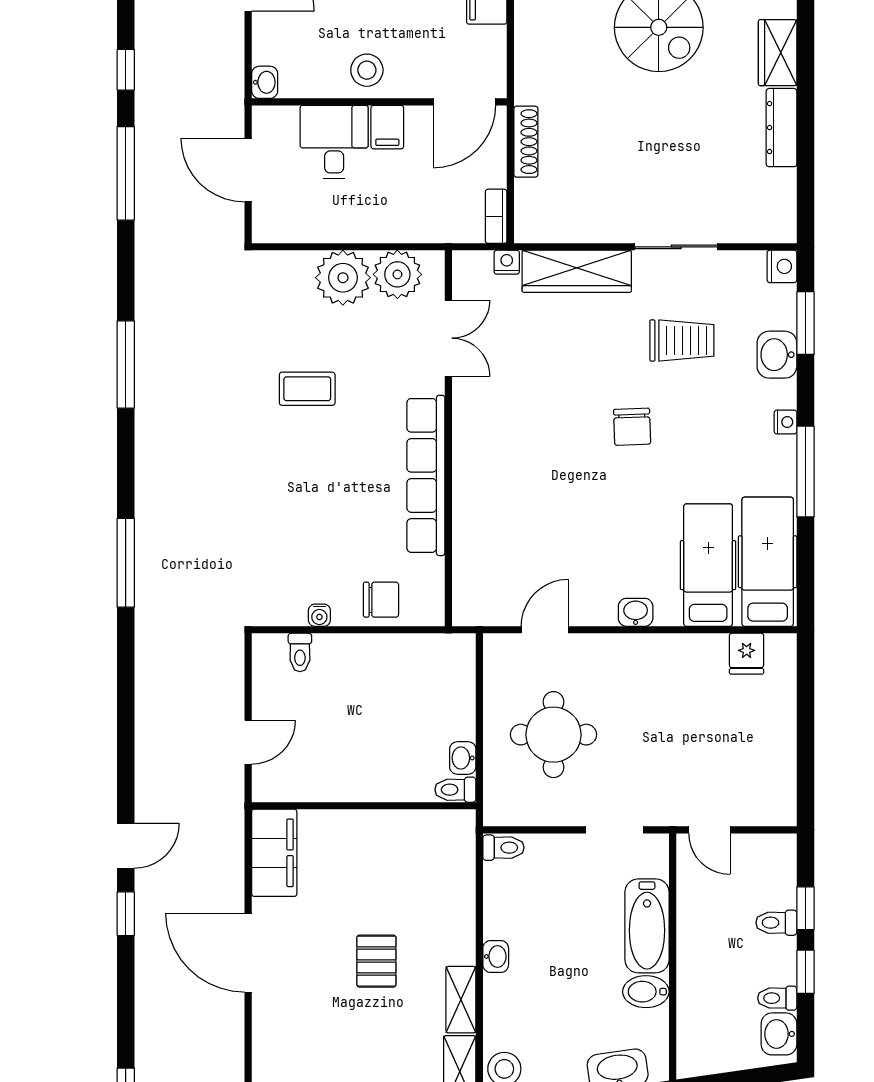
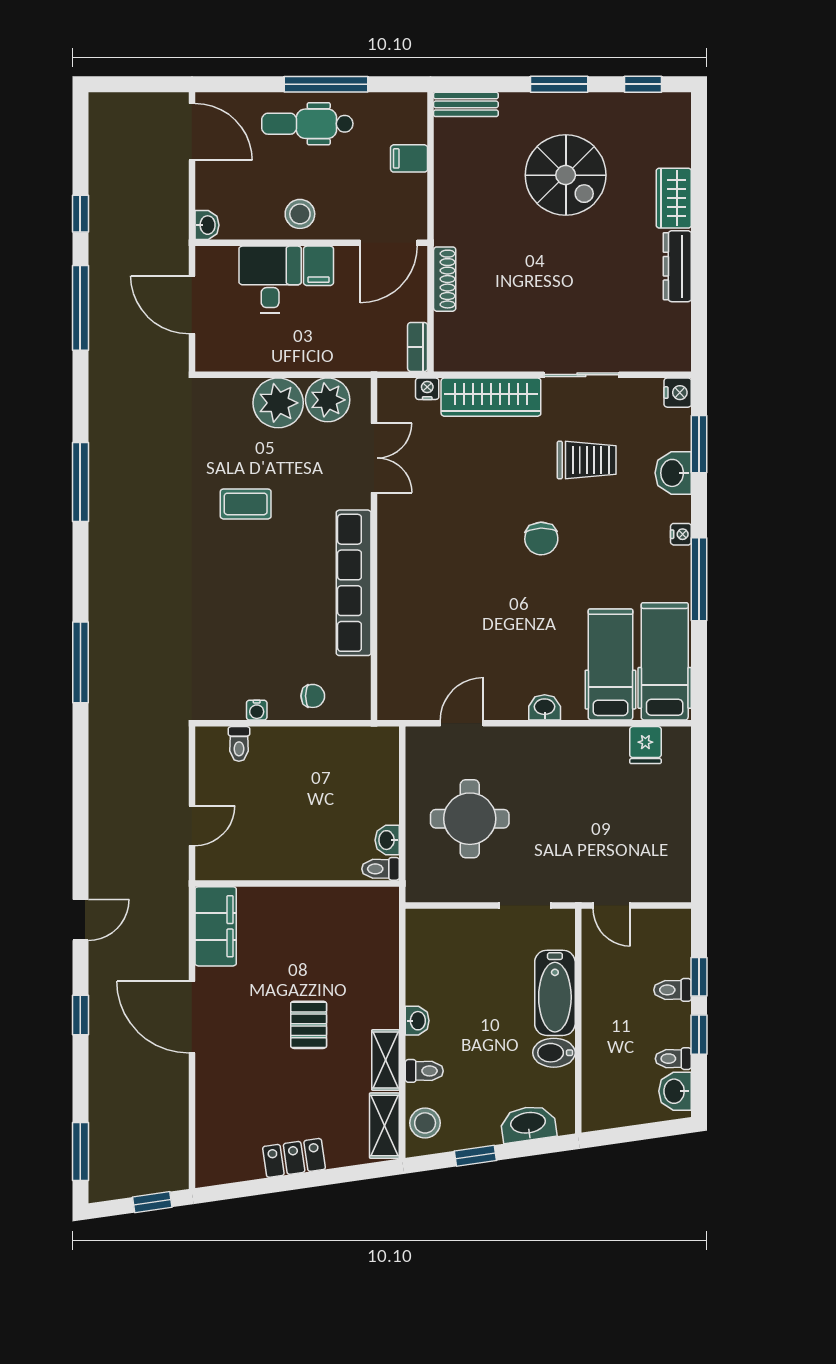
chair: (381, 600) -> (313, 696), width x0.73, depth x0.73
toilet: (503, 848) -> (424, 1071), moved
window: (126, 914) -> (80, 1015), moved

